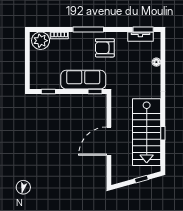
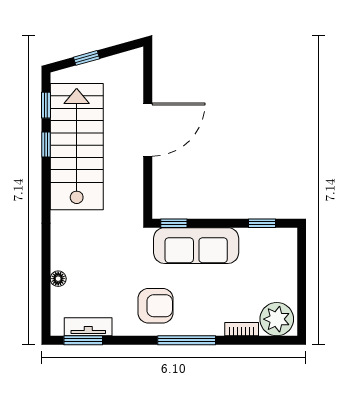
window: (163, 154) -> (46, 105), added

